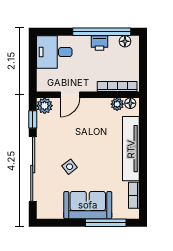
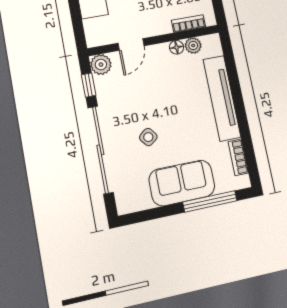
bookcase: (117, 86) -> (189, 24), width x0.64
floor lamp: (130, 103) -> (177, 47), moved

